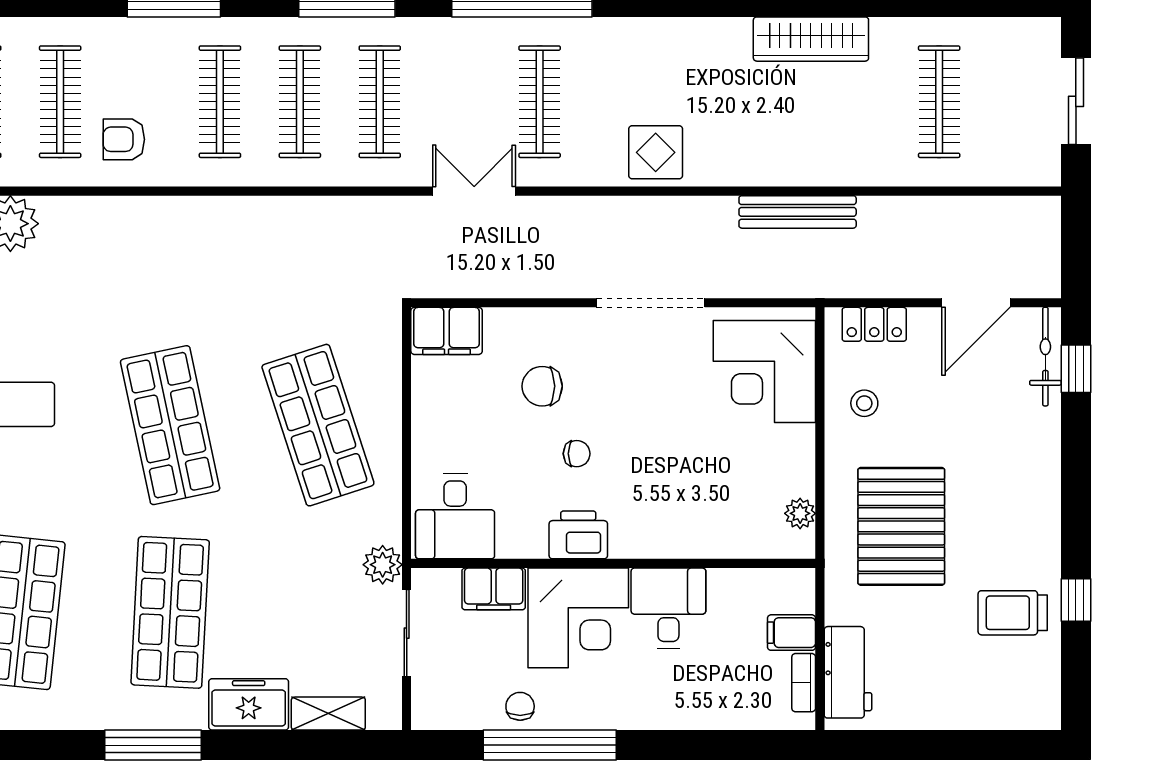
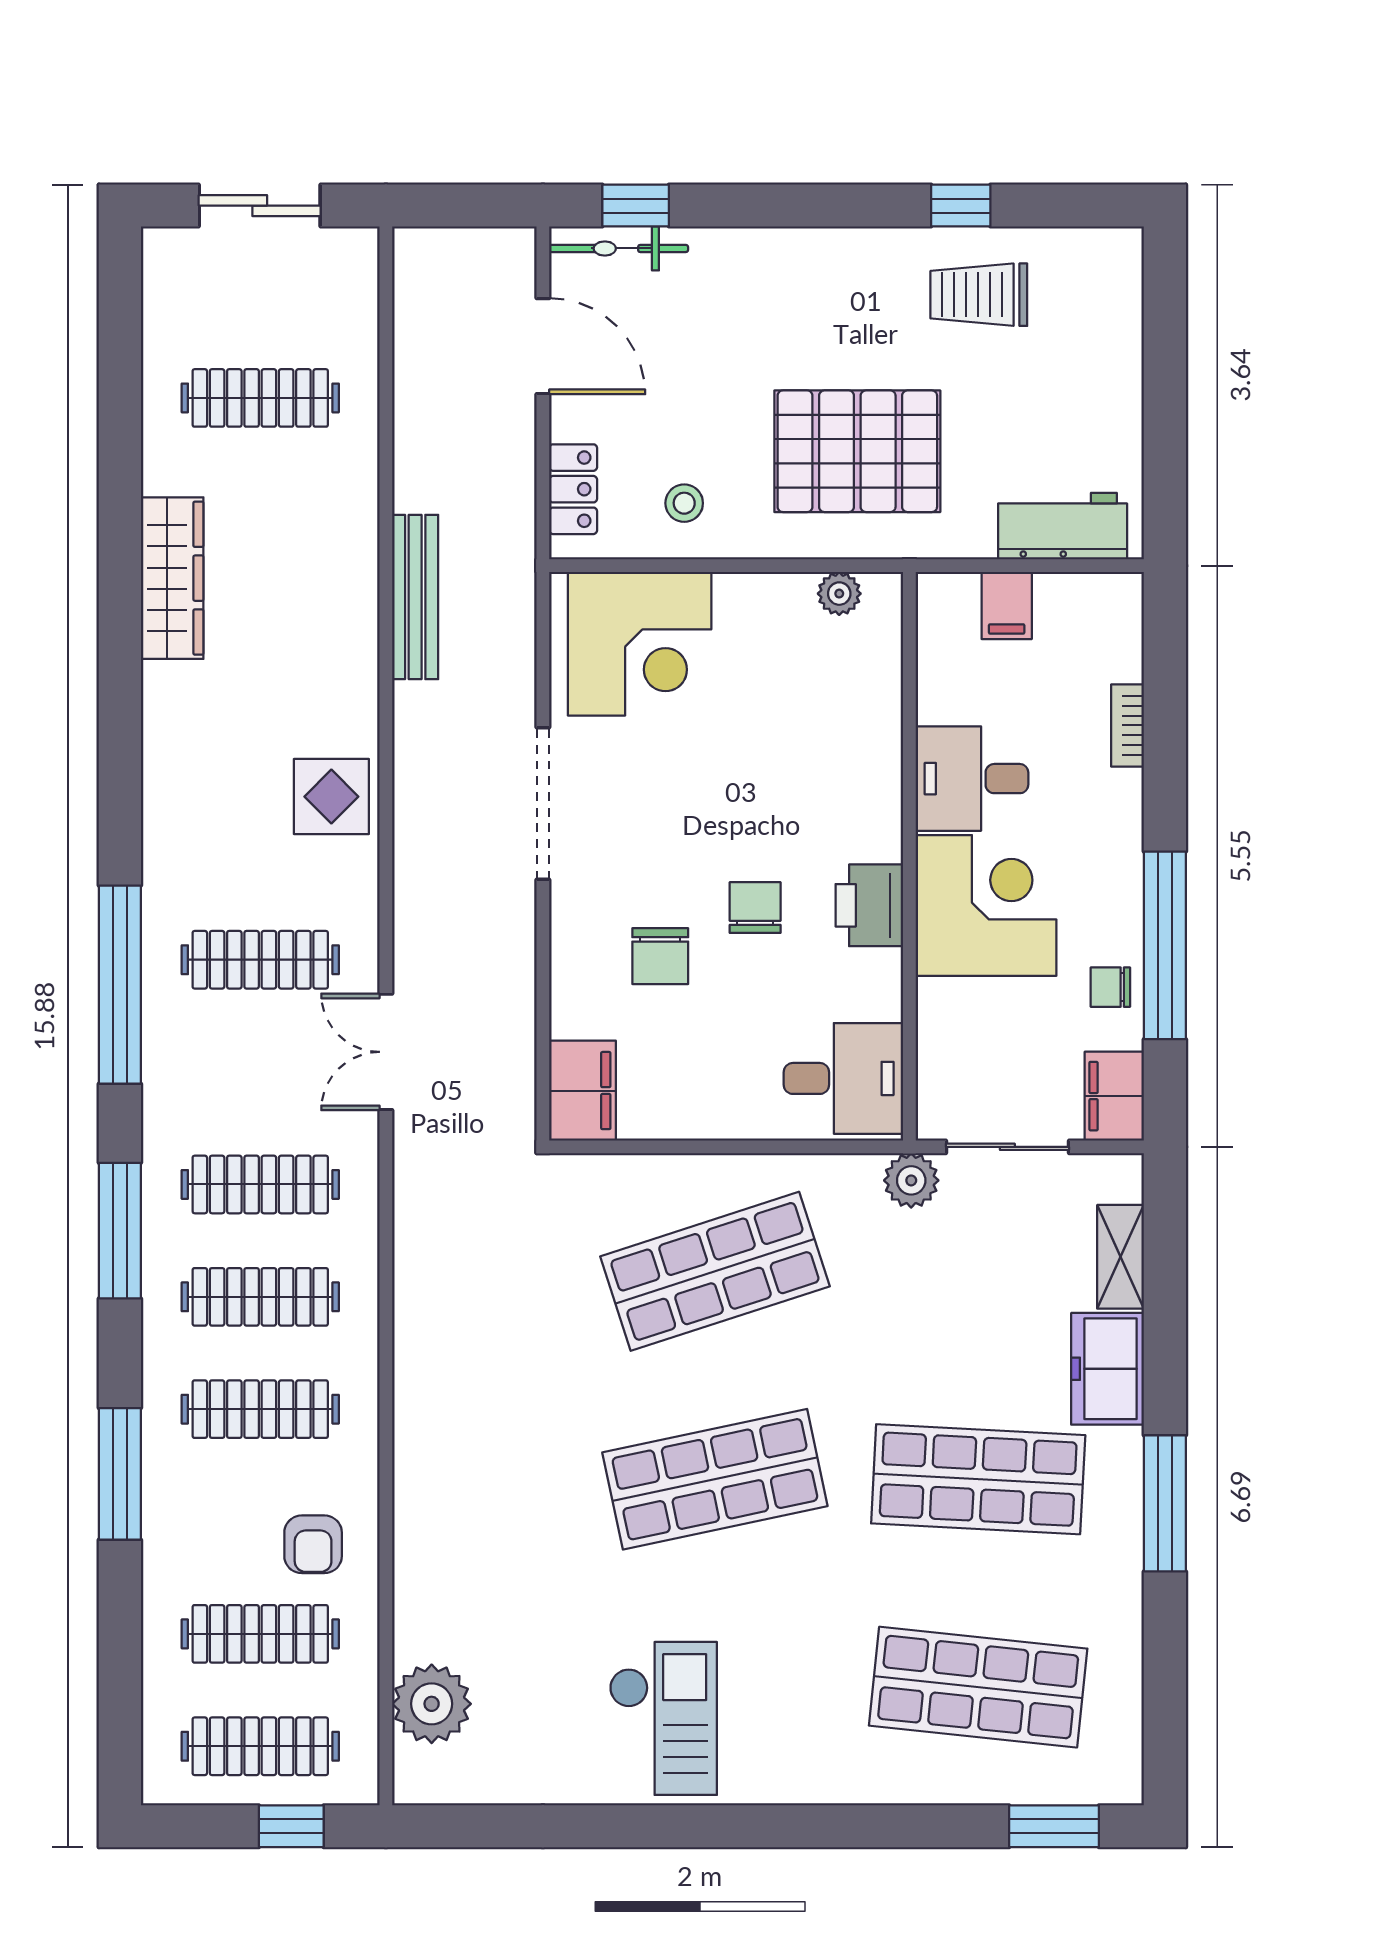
chair: (577, 454) -> (755, 908), width x1.37, depth x1.37
filing cabinet: (494, 589) -> (1114, 1096), moved, turned 180
trolley: (1013, 613) -> (979, 295), turned 90
bookcase: (804, 683) -> (1127, 725), moved, turned 90

